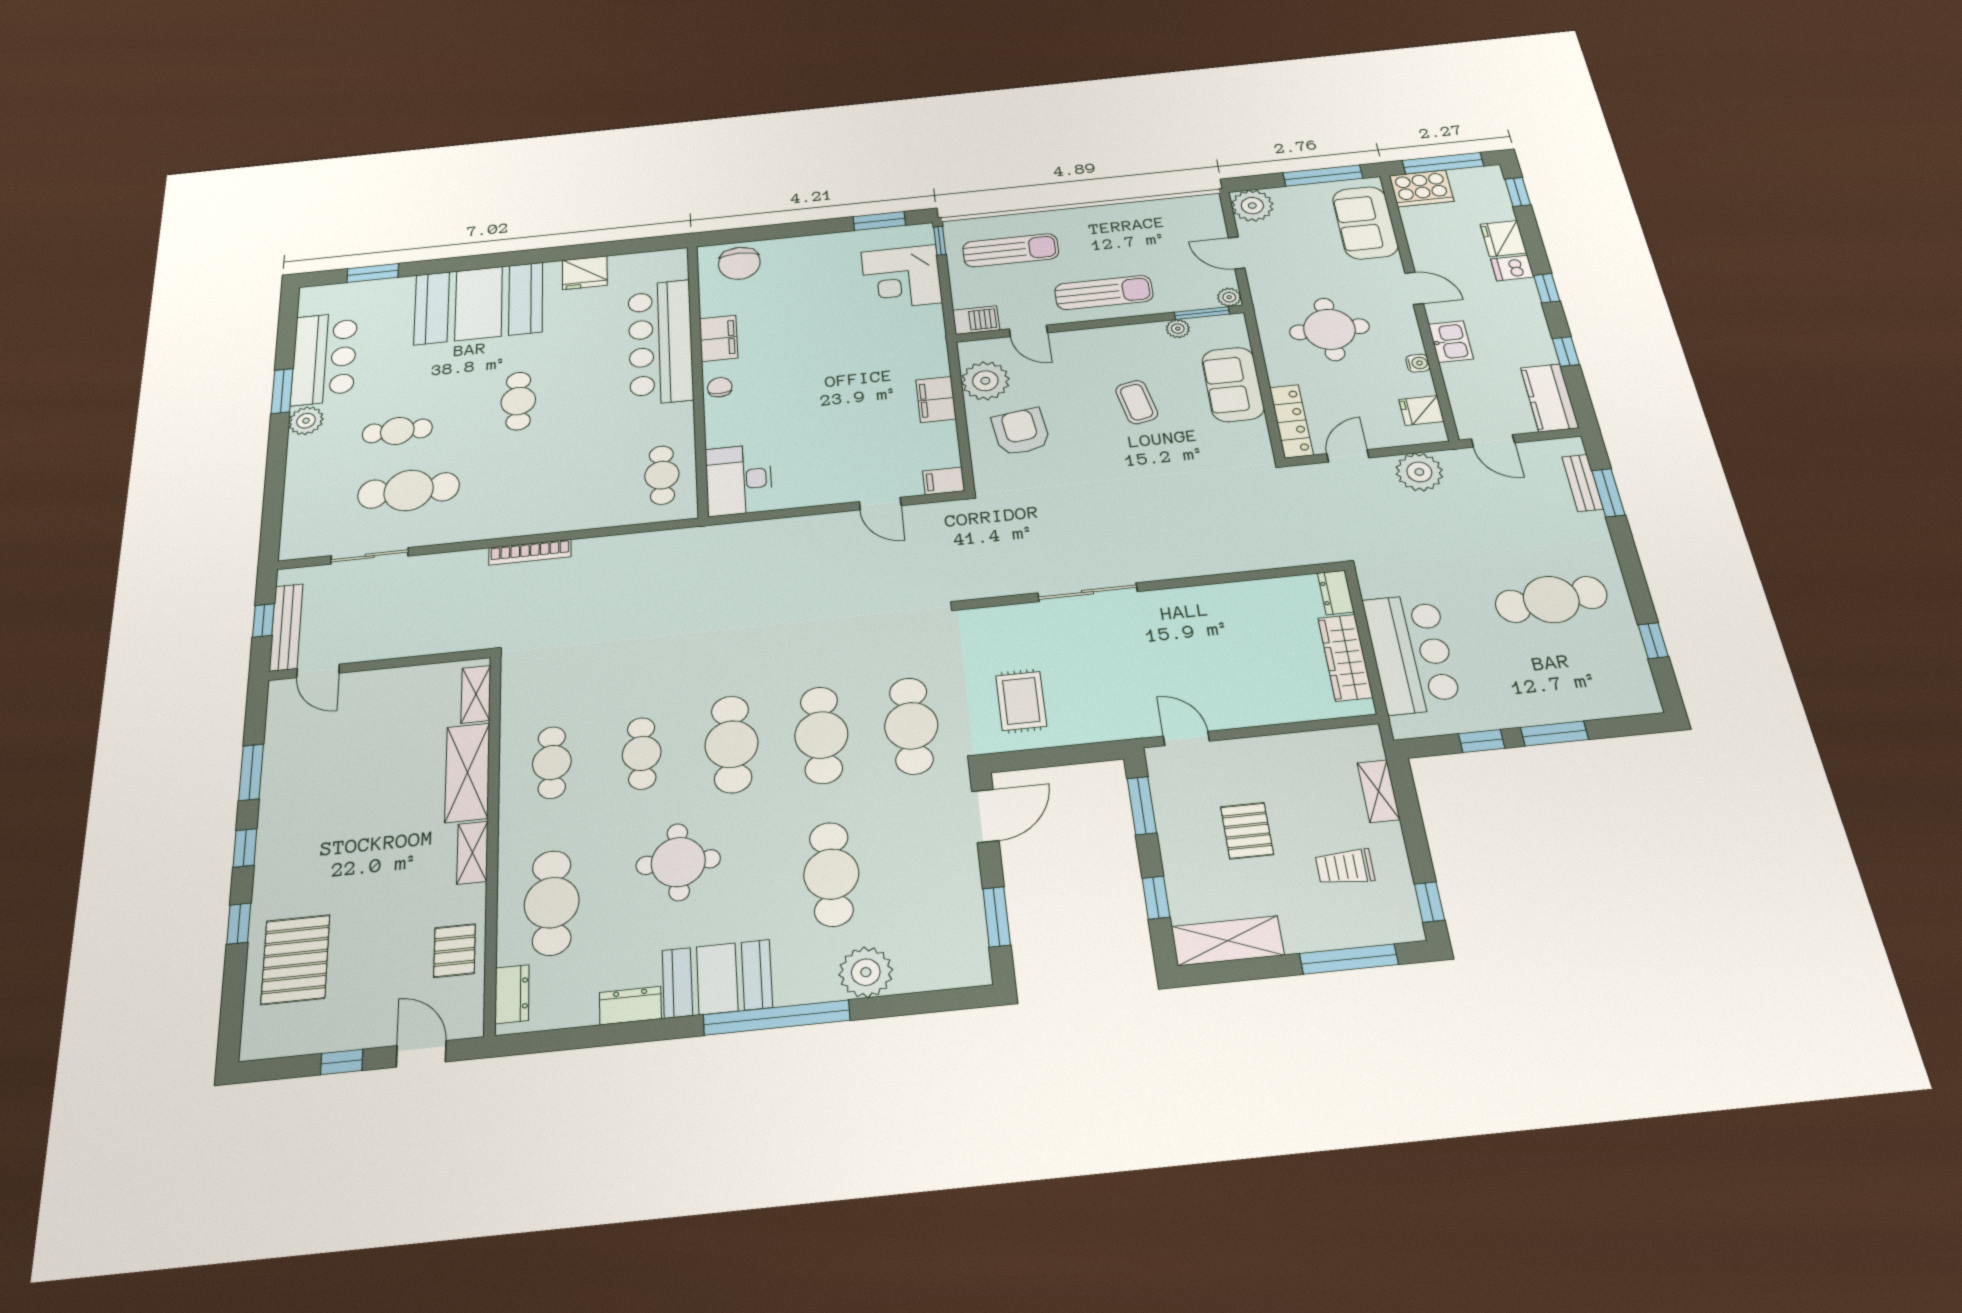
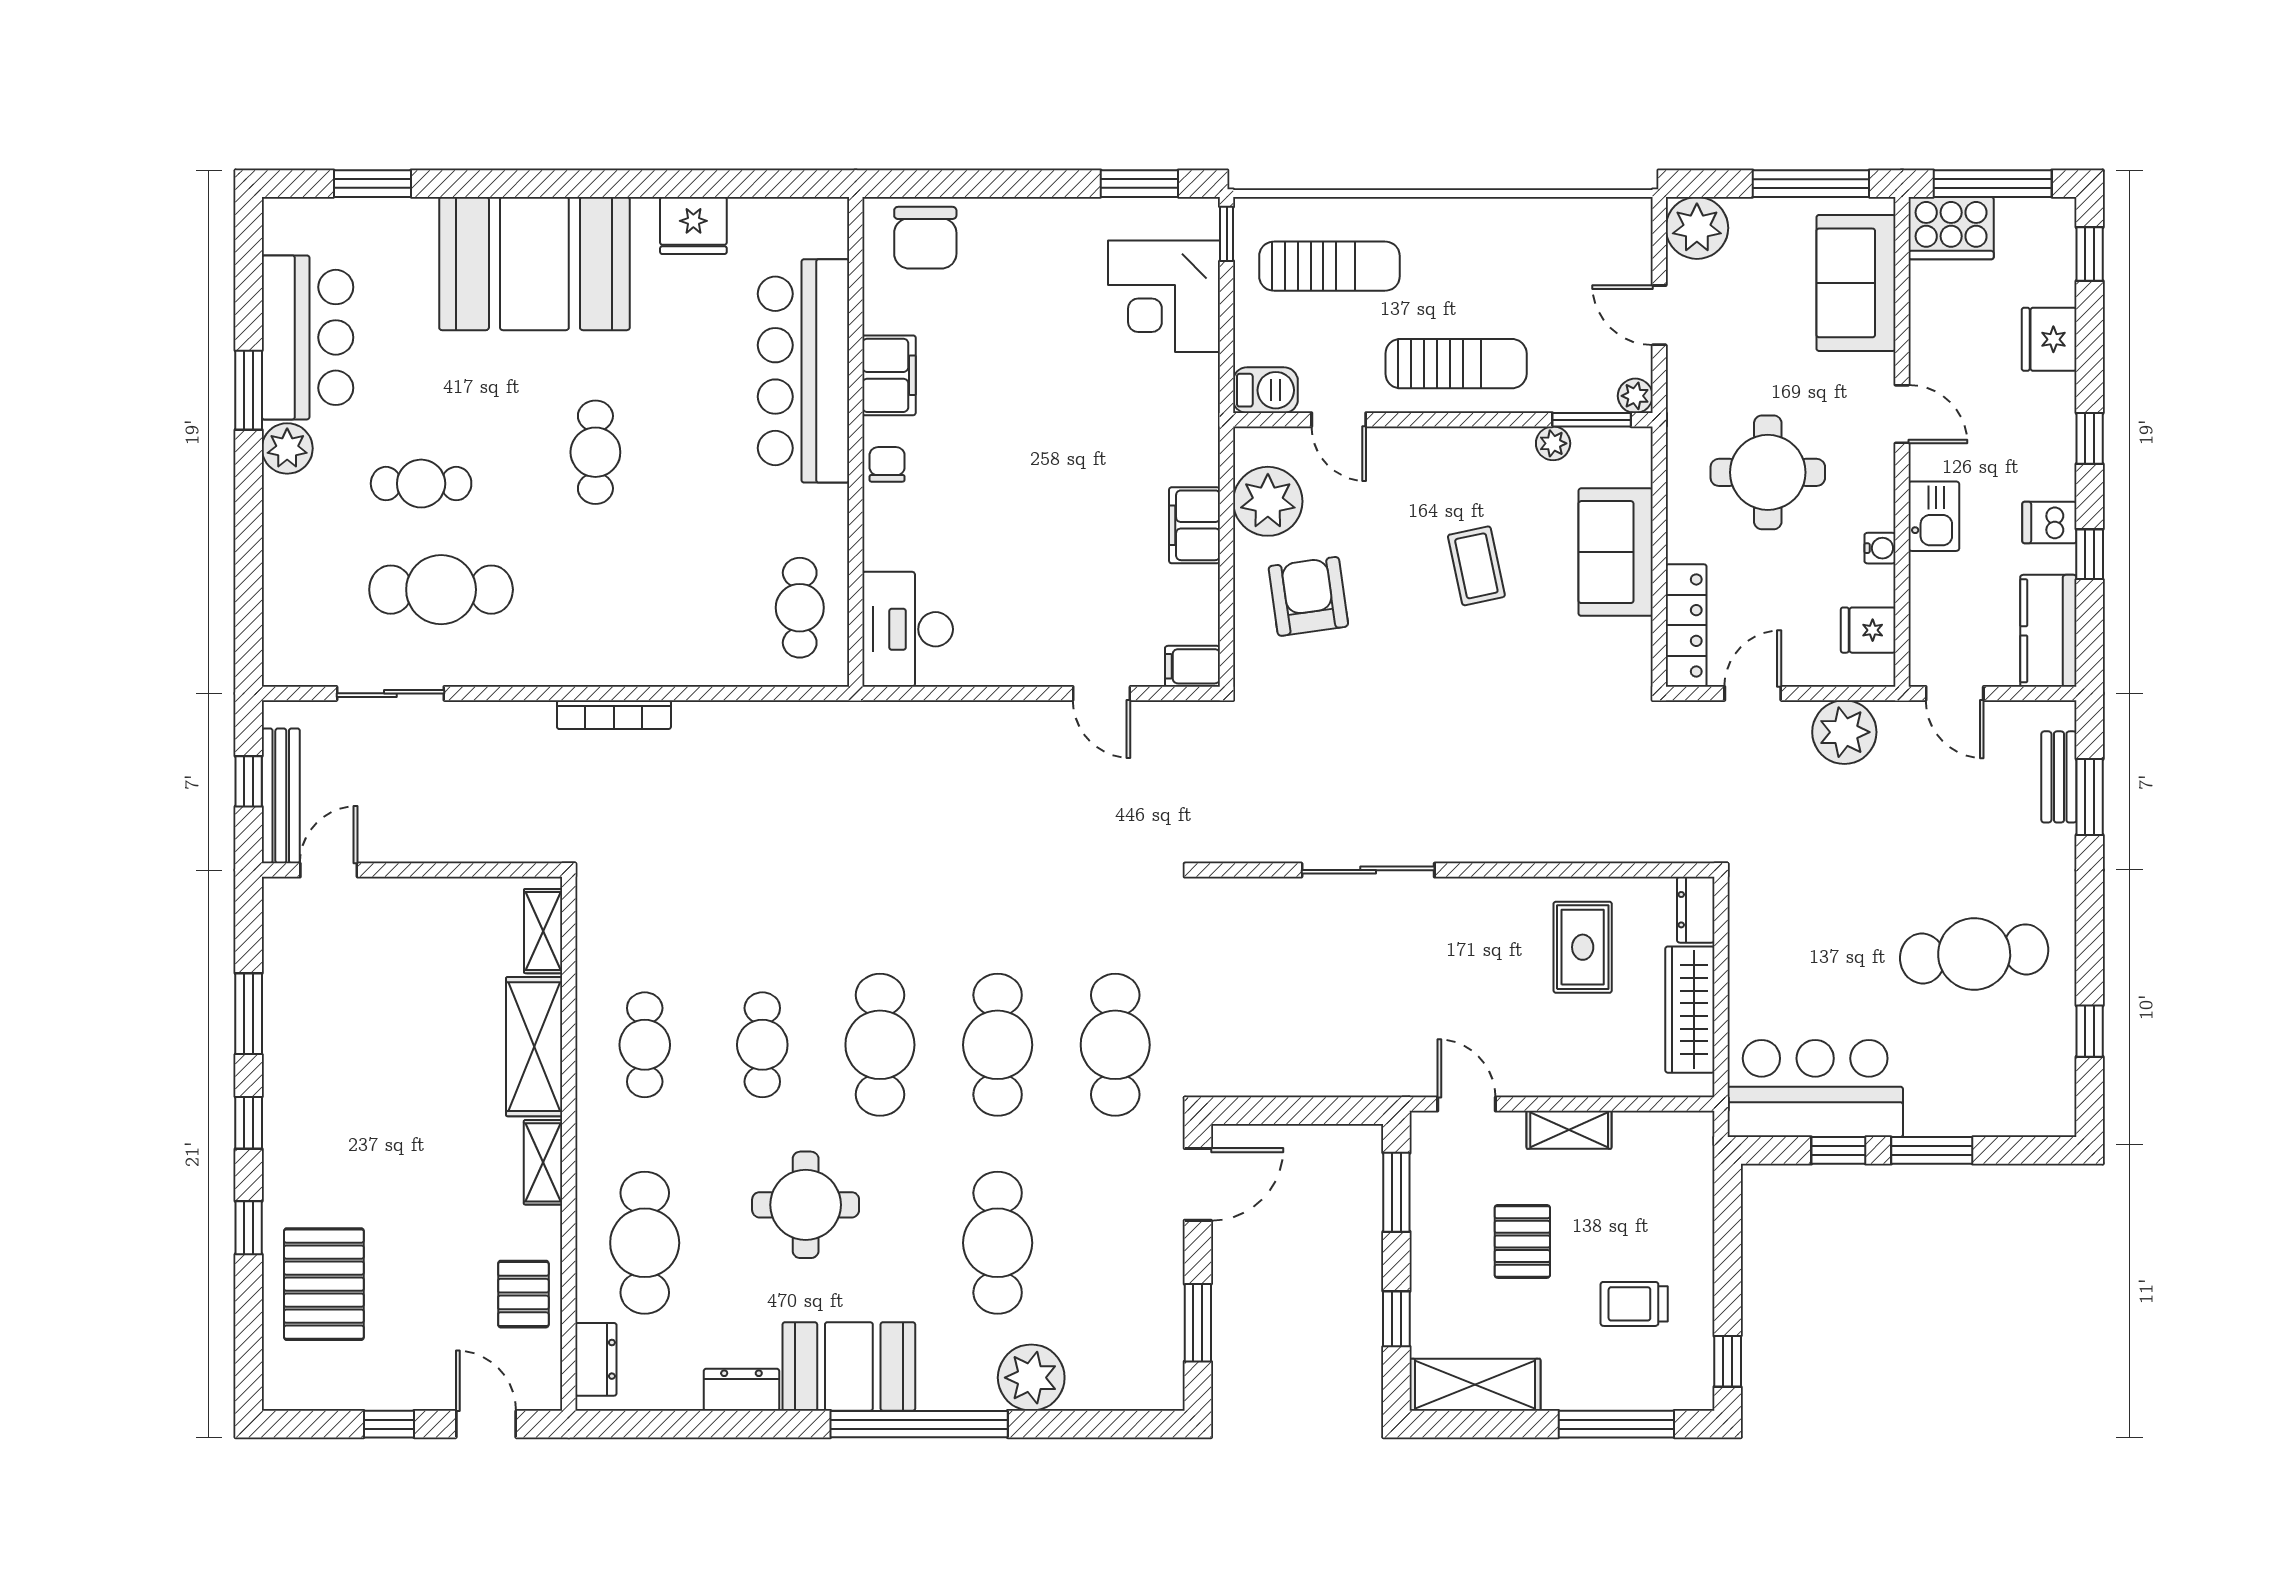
dishwasher: (1512, 268) -> (2049, 522), moved
bar counter: (1412, 653) -> (1815, 1088), moved, turned -90
door: (318, 671) -> (329, 870), swing flipped
rug: (1021, 701) -> (1583, 947), moved
shelving: (1379, 791) -> (1569, 1130), moved, turned 90

